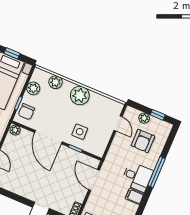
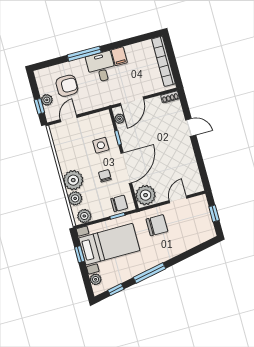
plant: (33, 88) -> (84, 216), moved
plant: (80, 95) -> (73, 180), moved
window: (158, 115) -> (39, 106), moved
chair: (55, 117) -> (105, 176), added
plant: (15, 130) -> (146, 195), width x1.87, depth x1.87
plant: (88, 161) -> (120, 119), added

